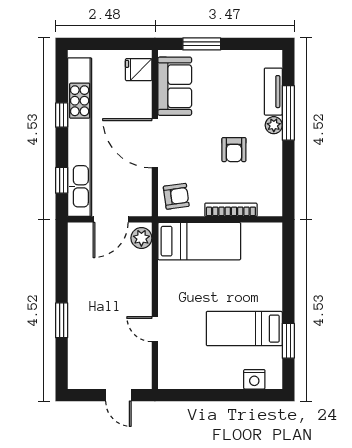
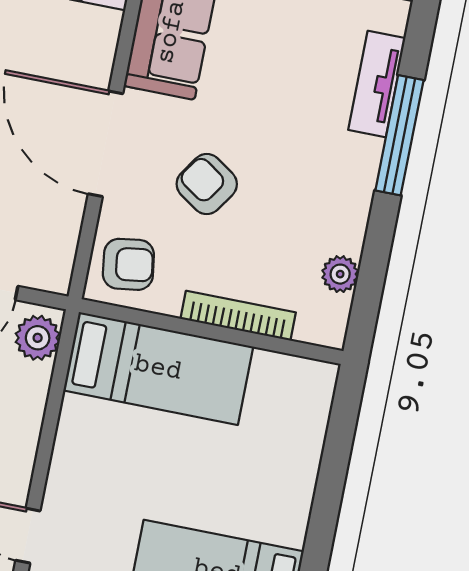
plant: (274, 125) -> (340, 274), moved
armchair: (234, 150) -> (207, 184), moved, turned 124

